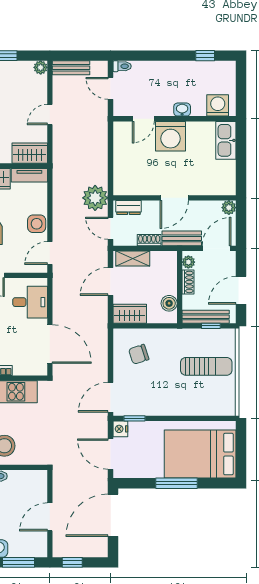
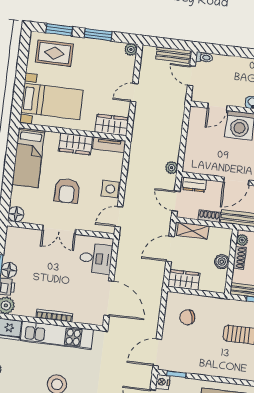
bench: (71, 68) -> (173, 55), moved
plant: (95, 198) -> (172, 168), width x0.53, depth x0.53
boiler: (169, 303) -> (222, 262), moved

